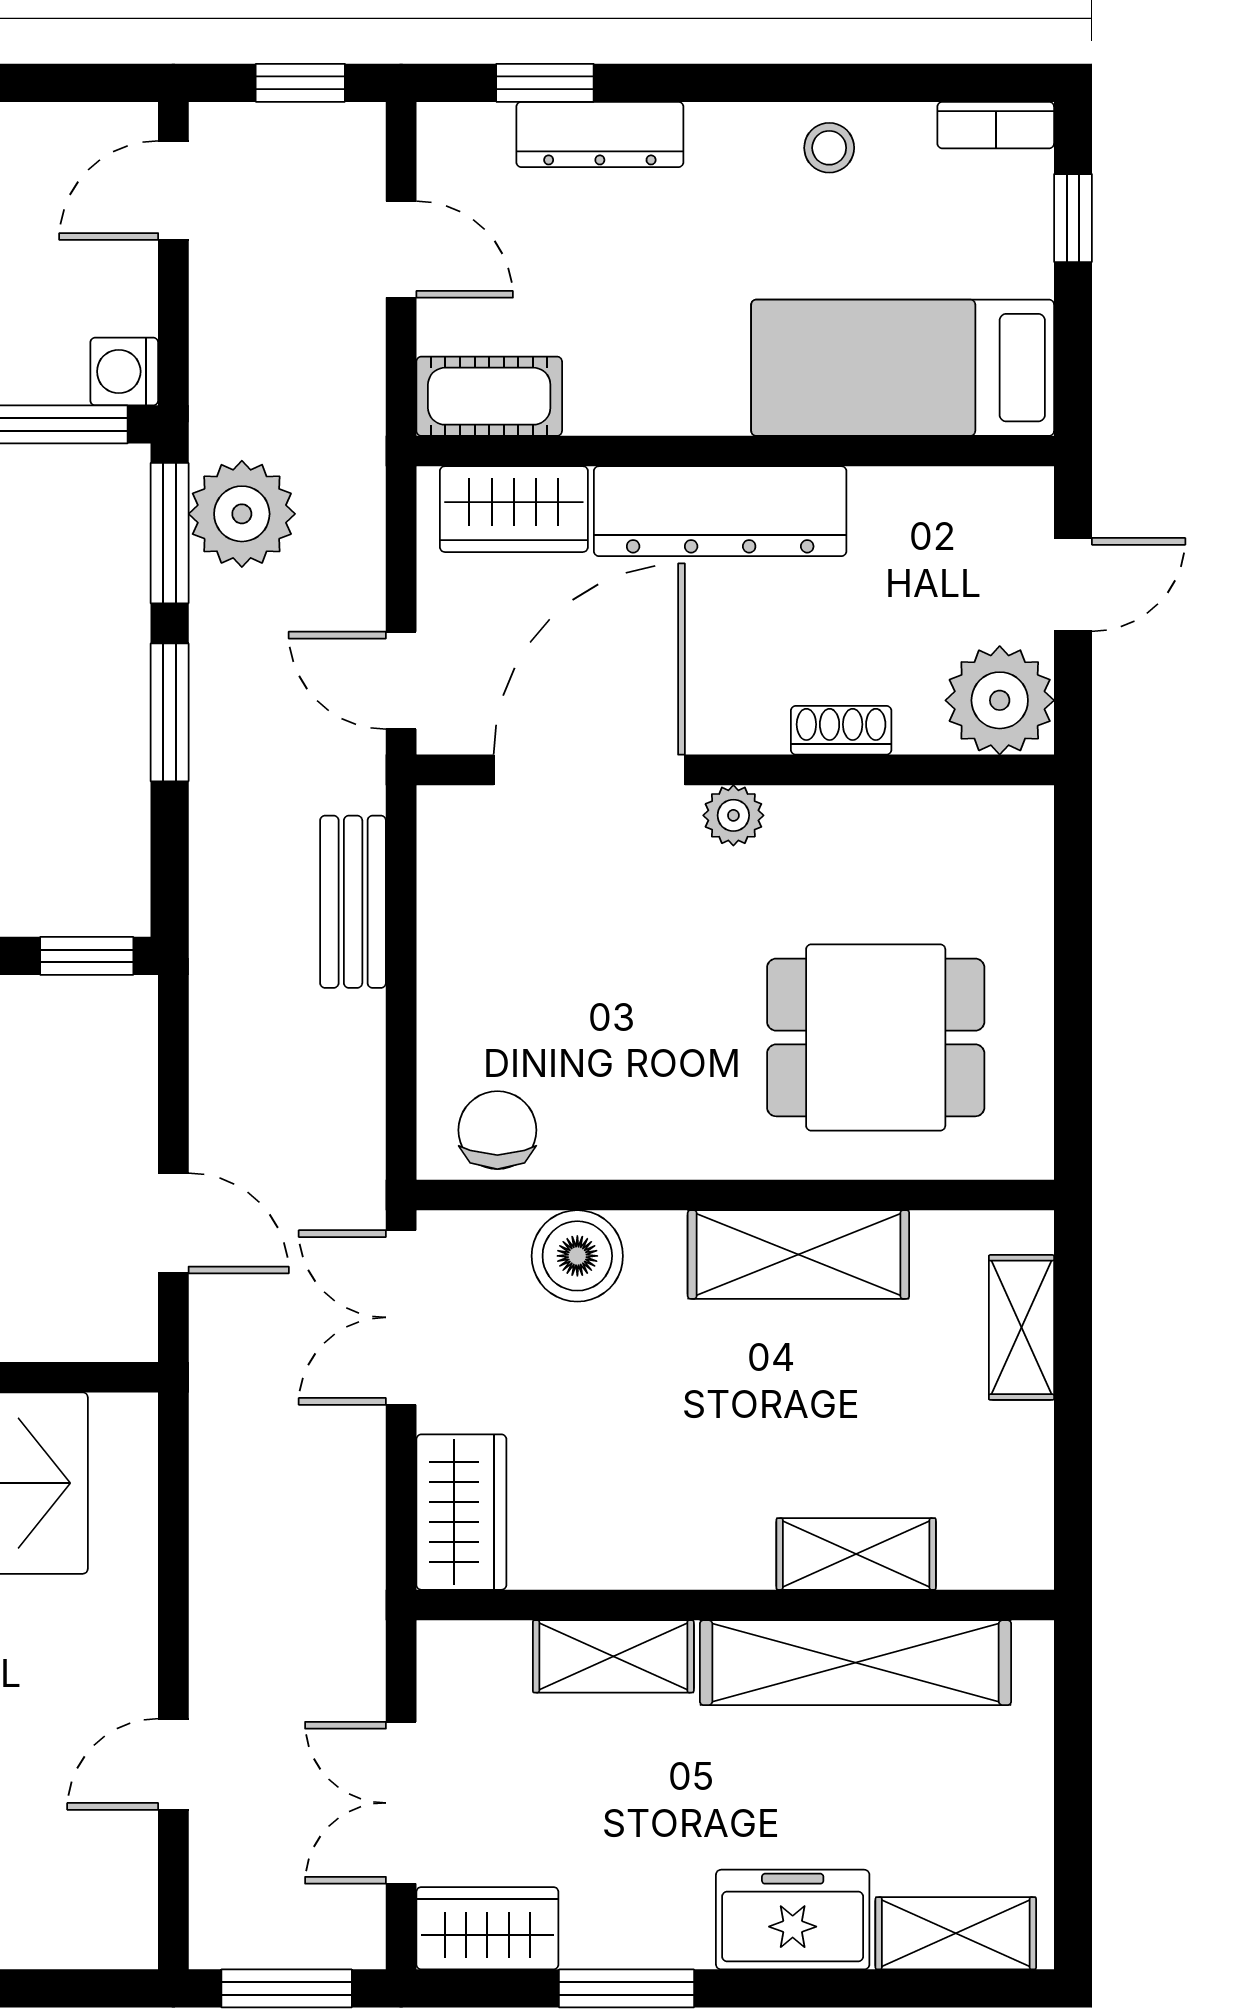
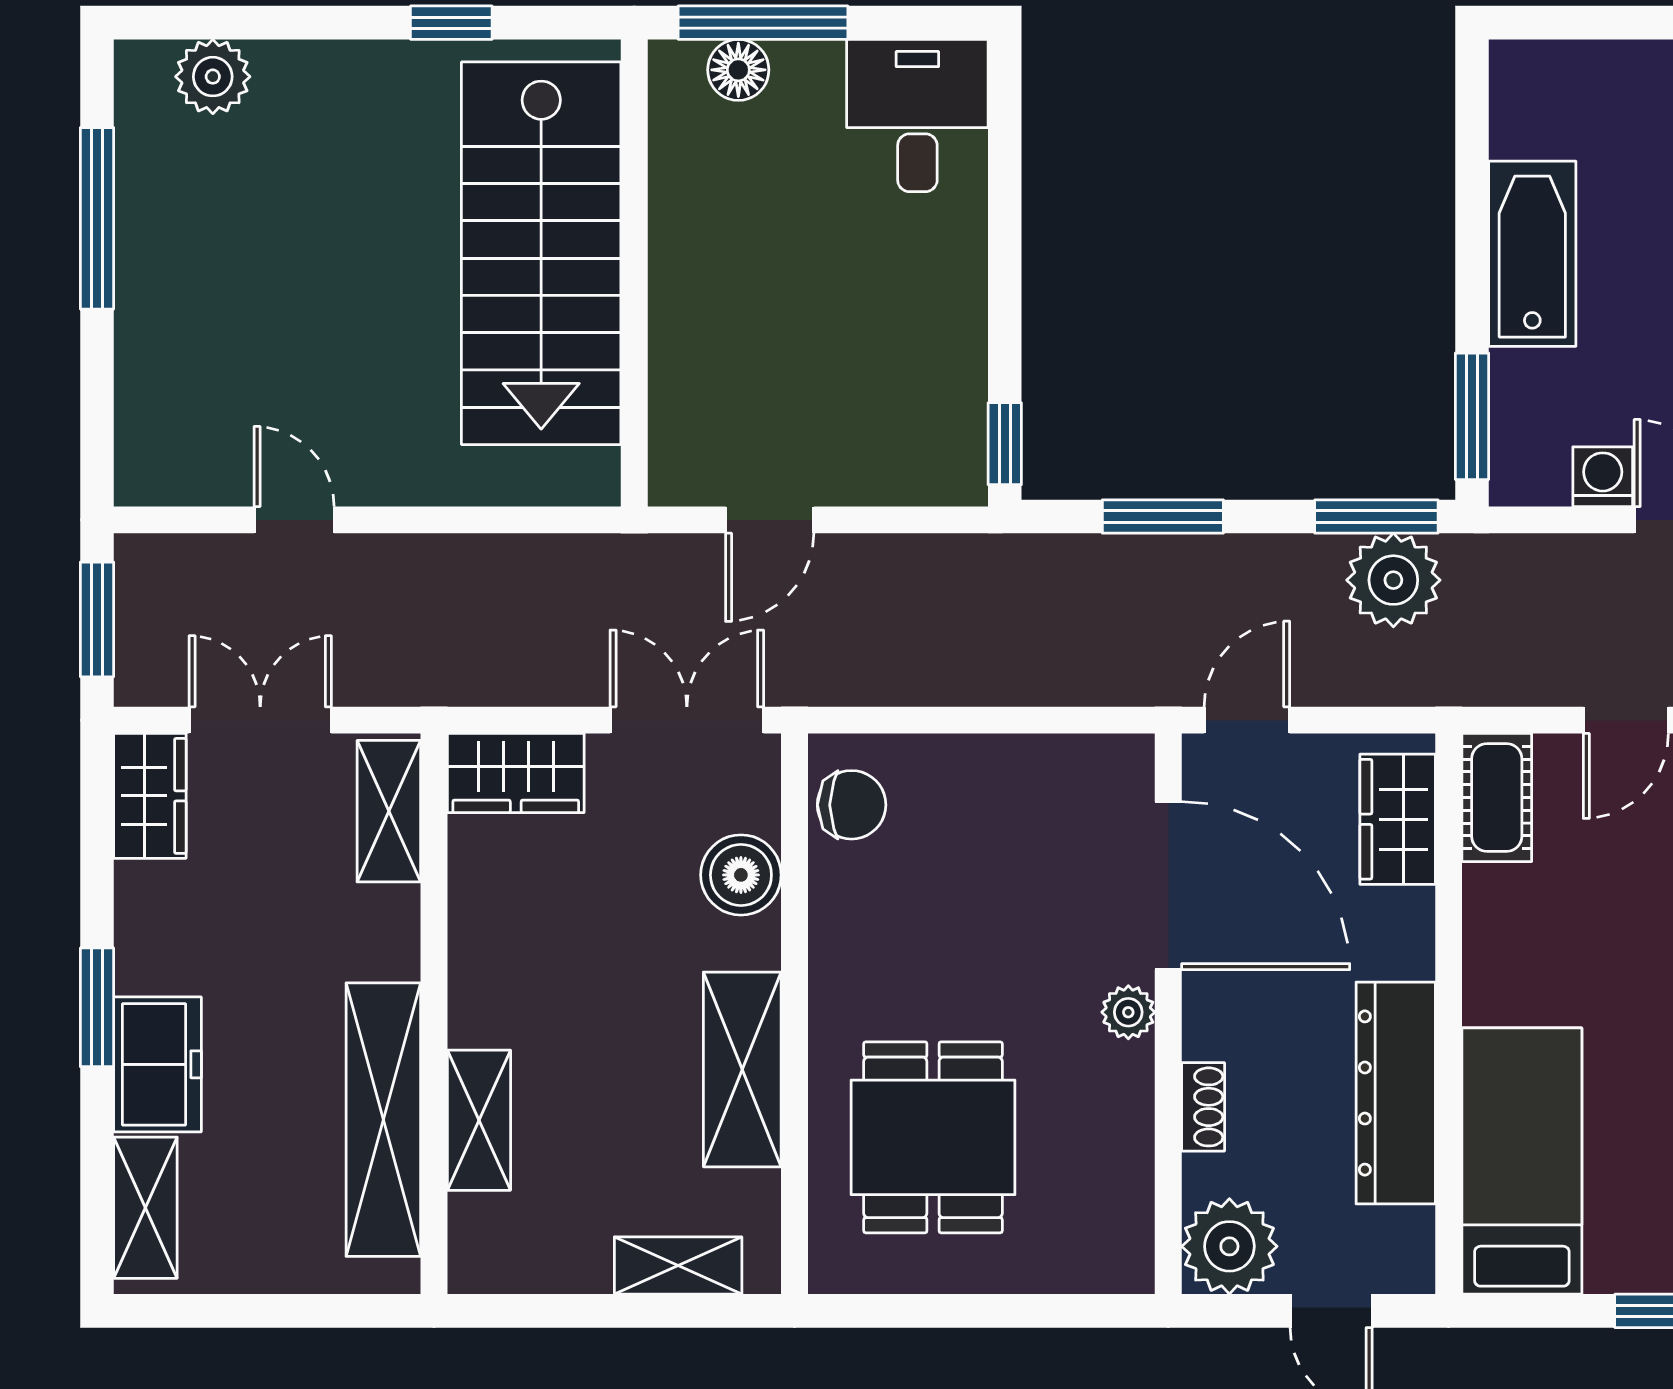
washing machine: (124, 371) -> (1603, 477), moved
dresser: (720, 511) -> (1396, 1093), moved
window: (170, 712) -> (1163, 517), moved
bench: (353, 902) -> (1052, 678), removed
shelving: (613, 1656) -> (389, 811), moved
window: (627, 1988) -> (97, 1007), moved

